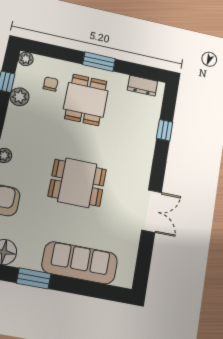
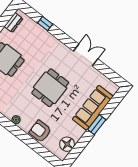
window: (34, 278) -> (97, 125), moved

